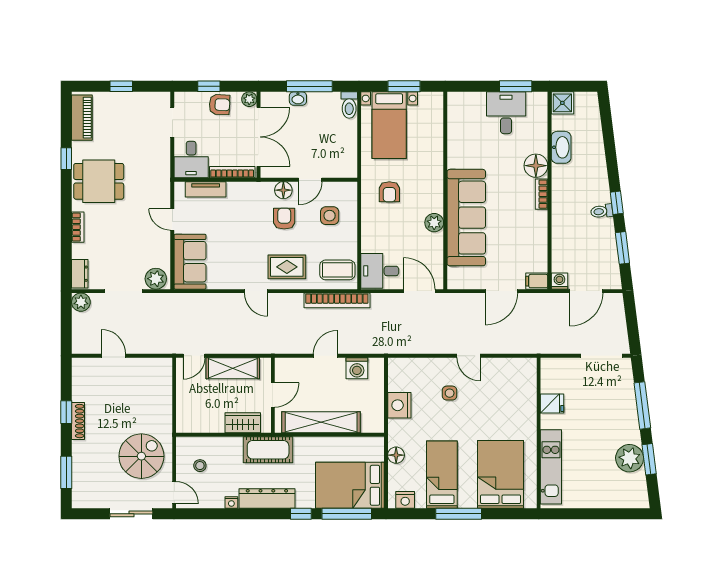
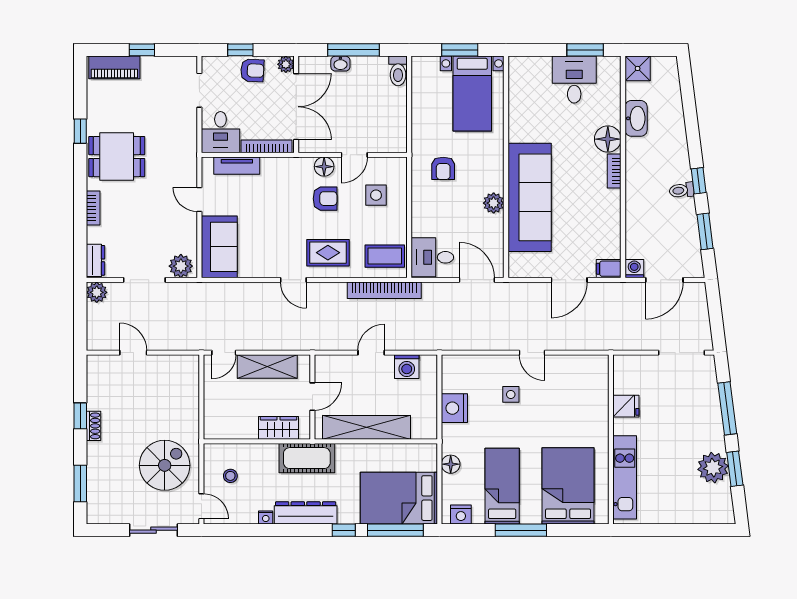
piano: (82, 118) -> (114, 67), moved, turned 90
bed with nightstands: (389, 125) -> (472, 94), moved
armchair: (284, 219) -> (325, 199), turned 90
shoe rack: (78, 421) -> (93, 426), width x0.70

